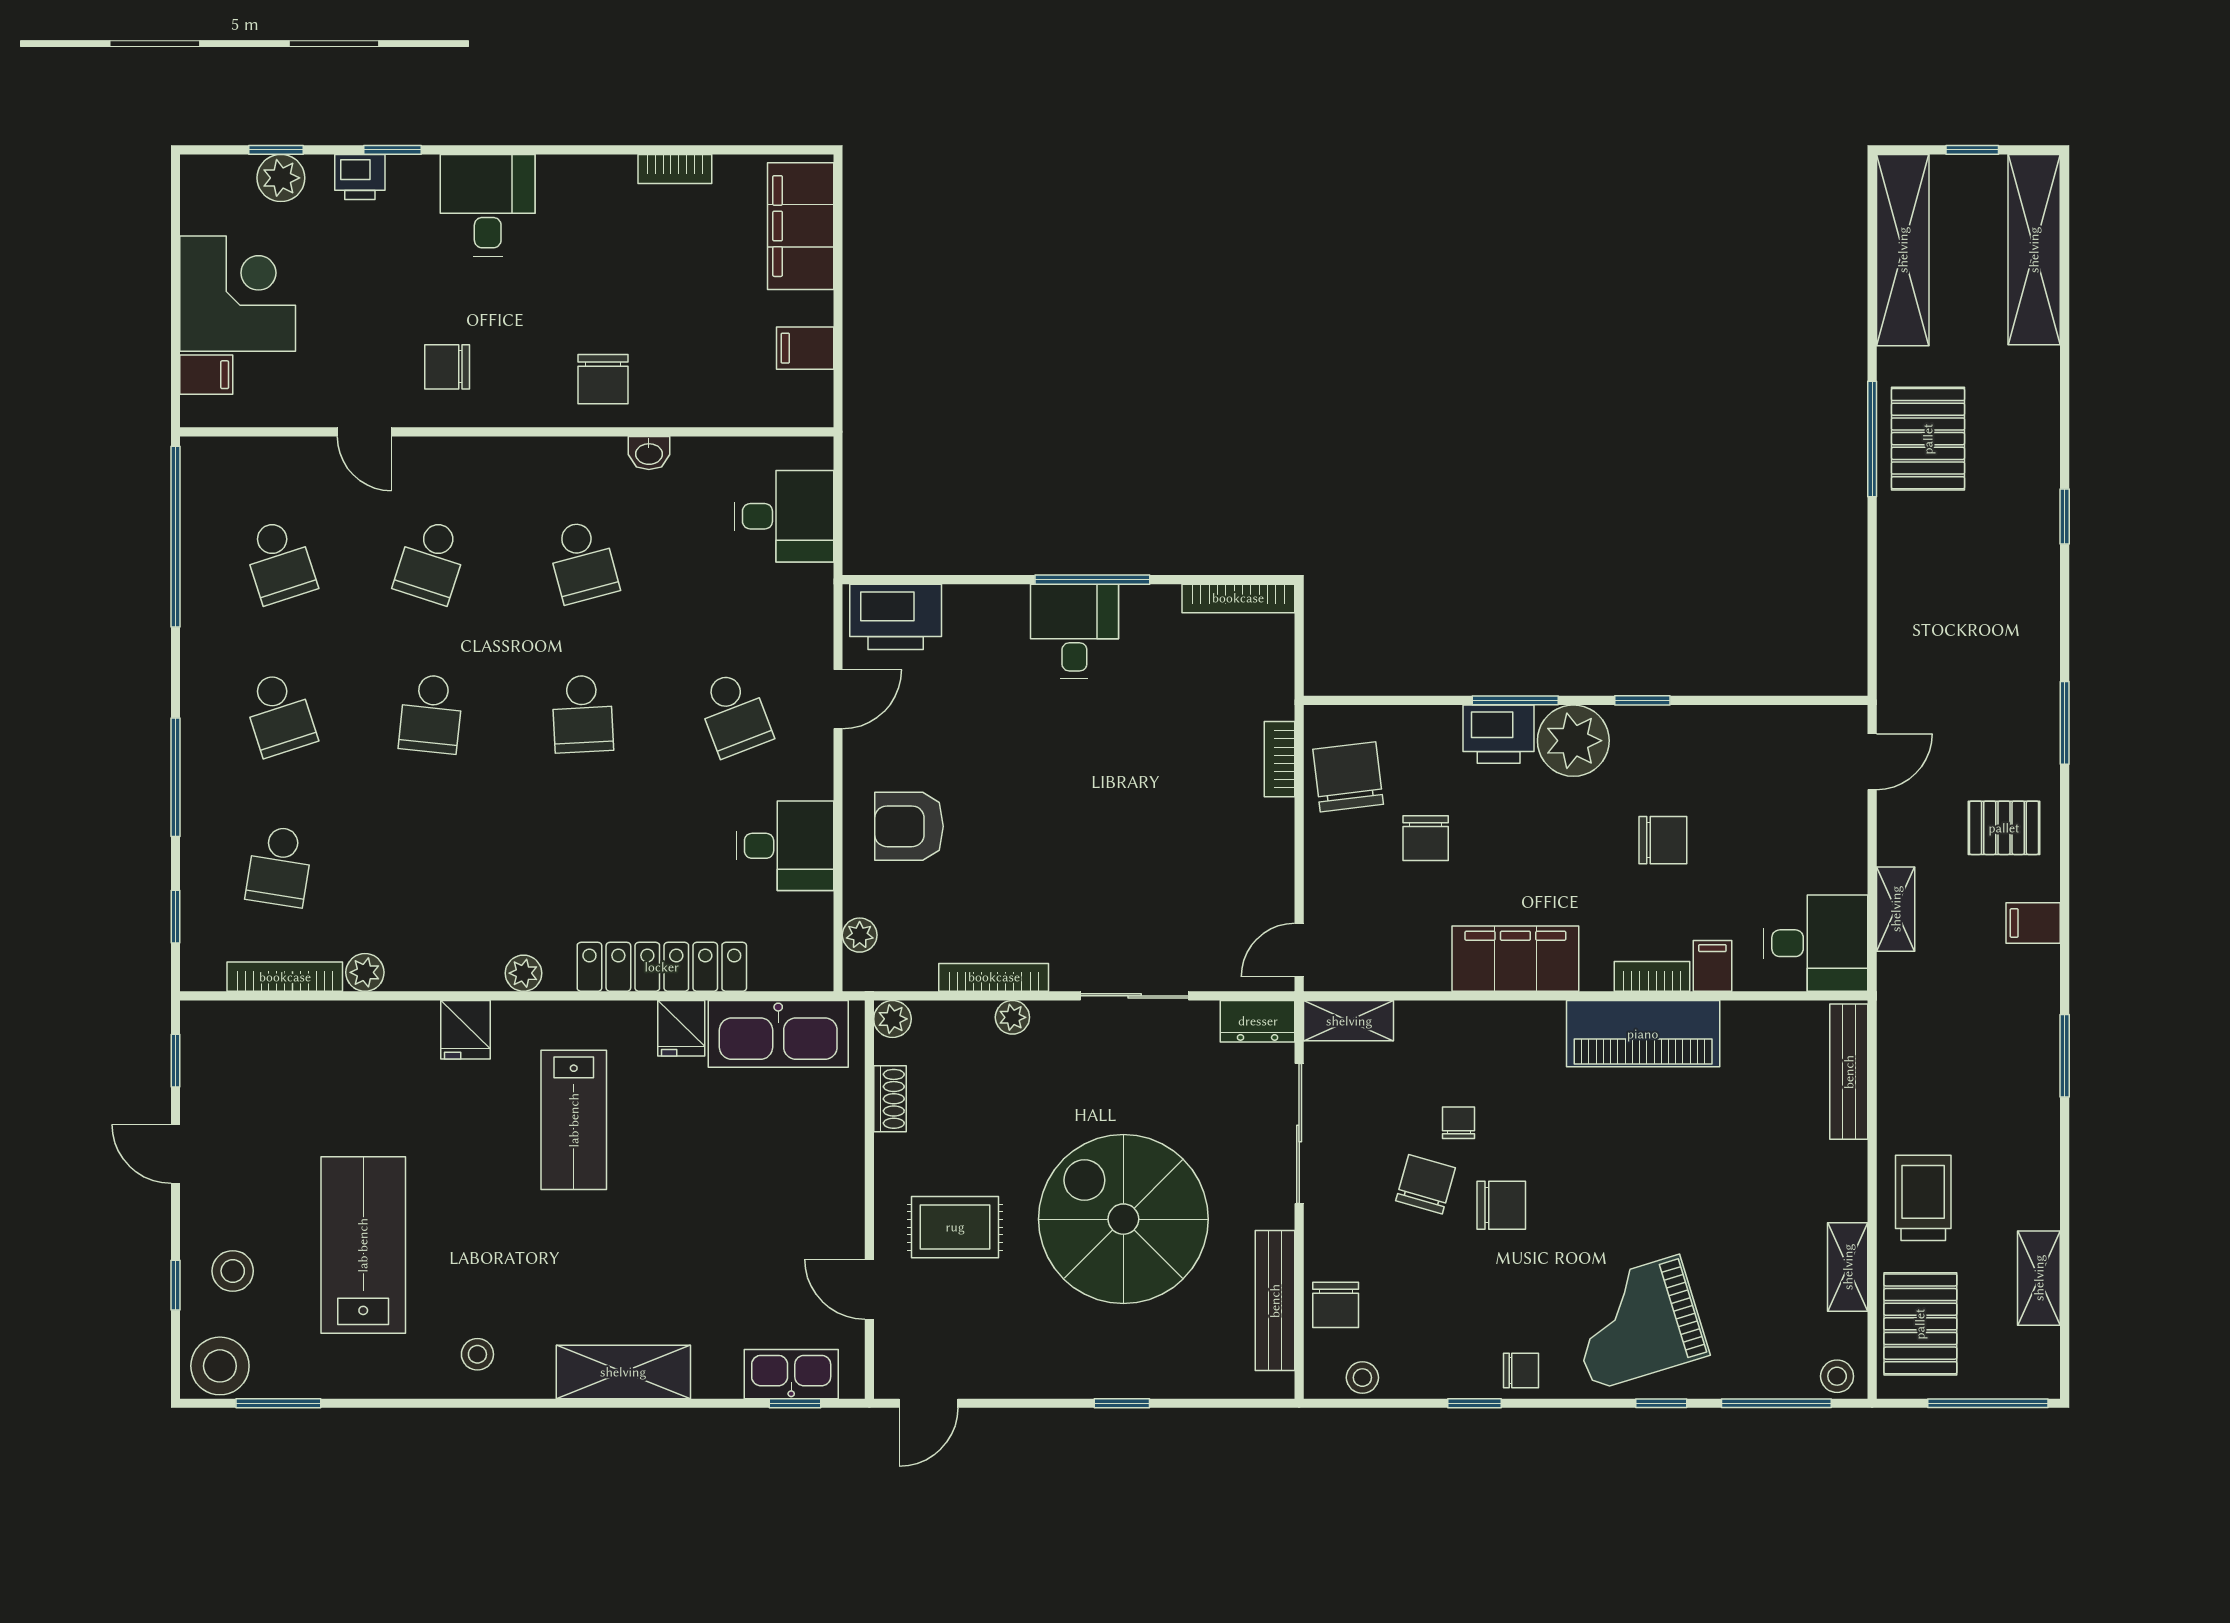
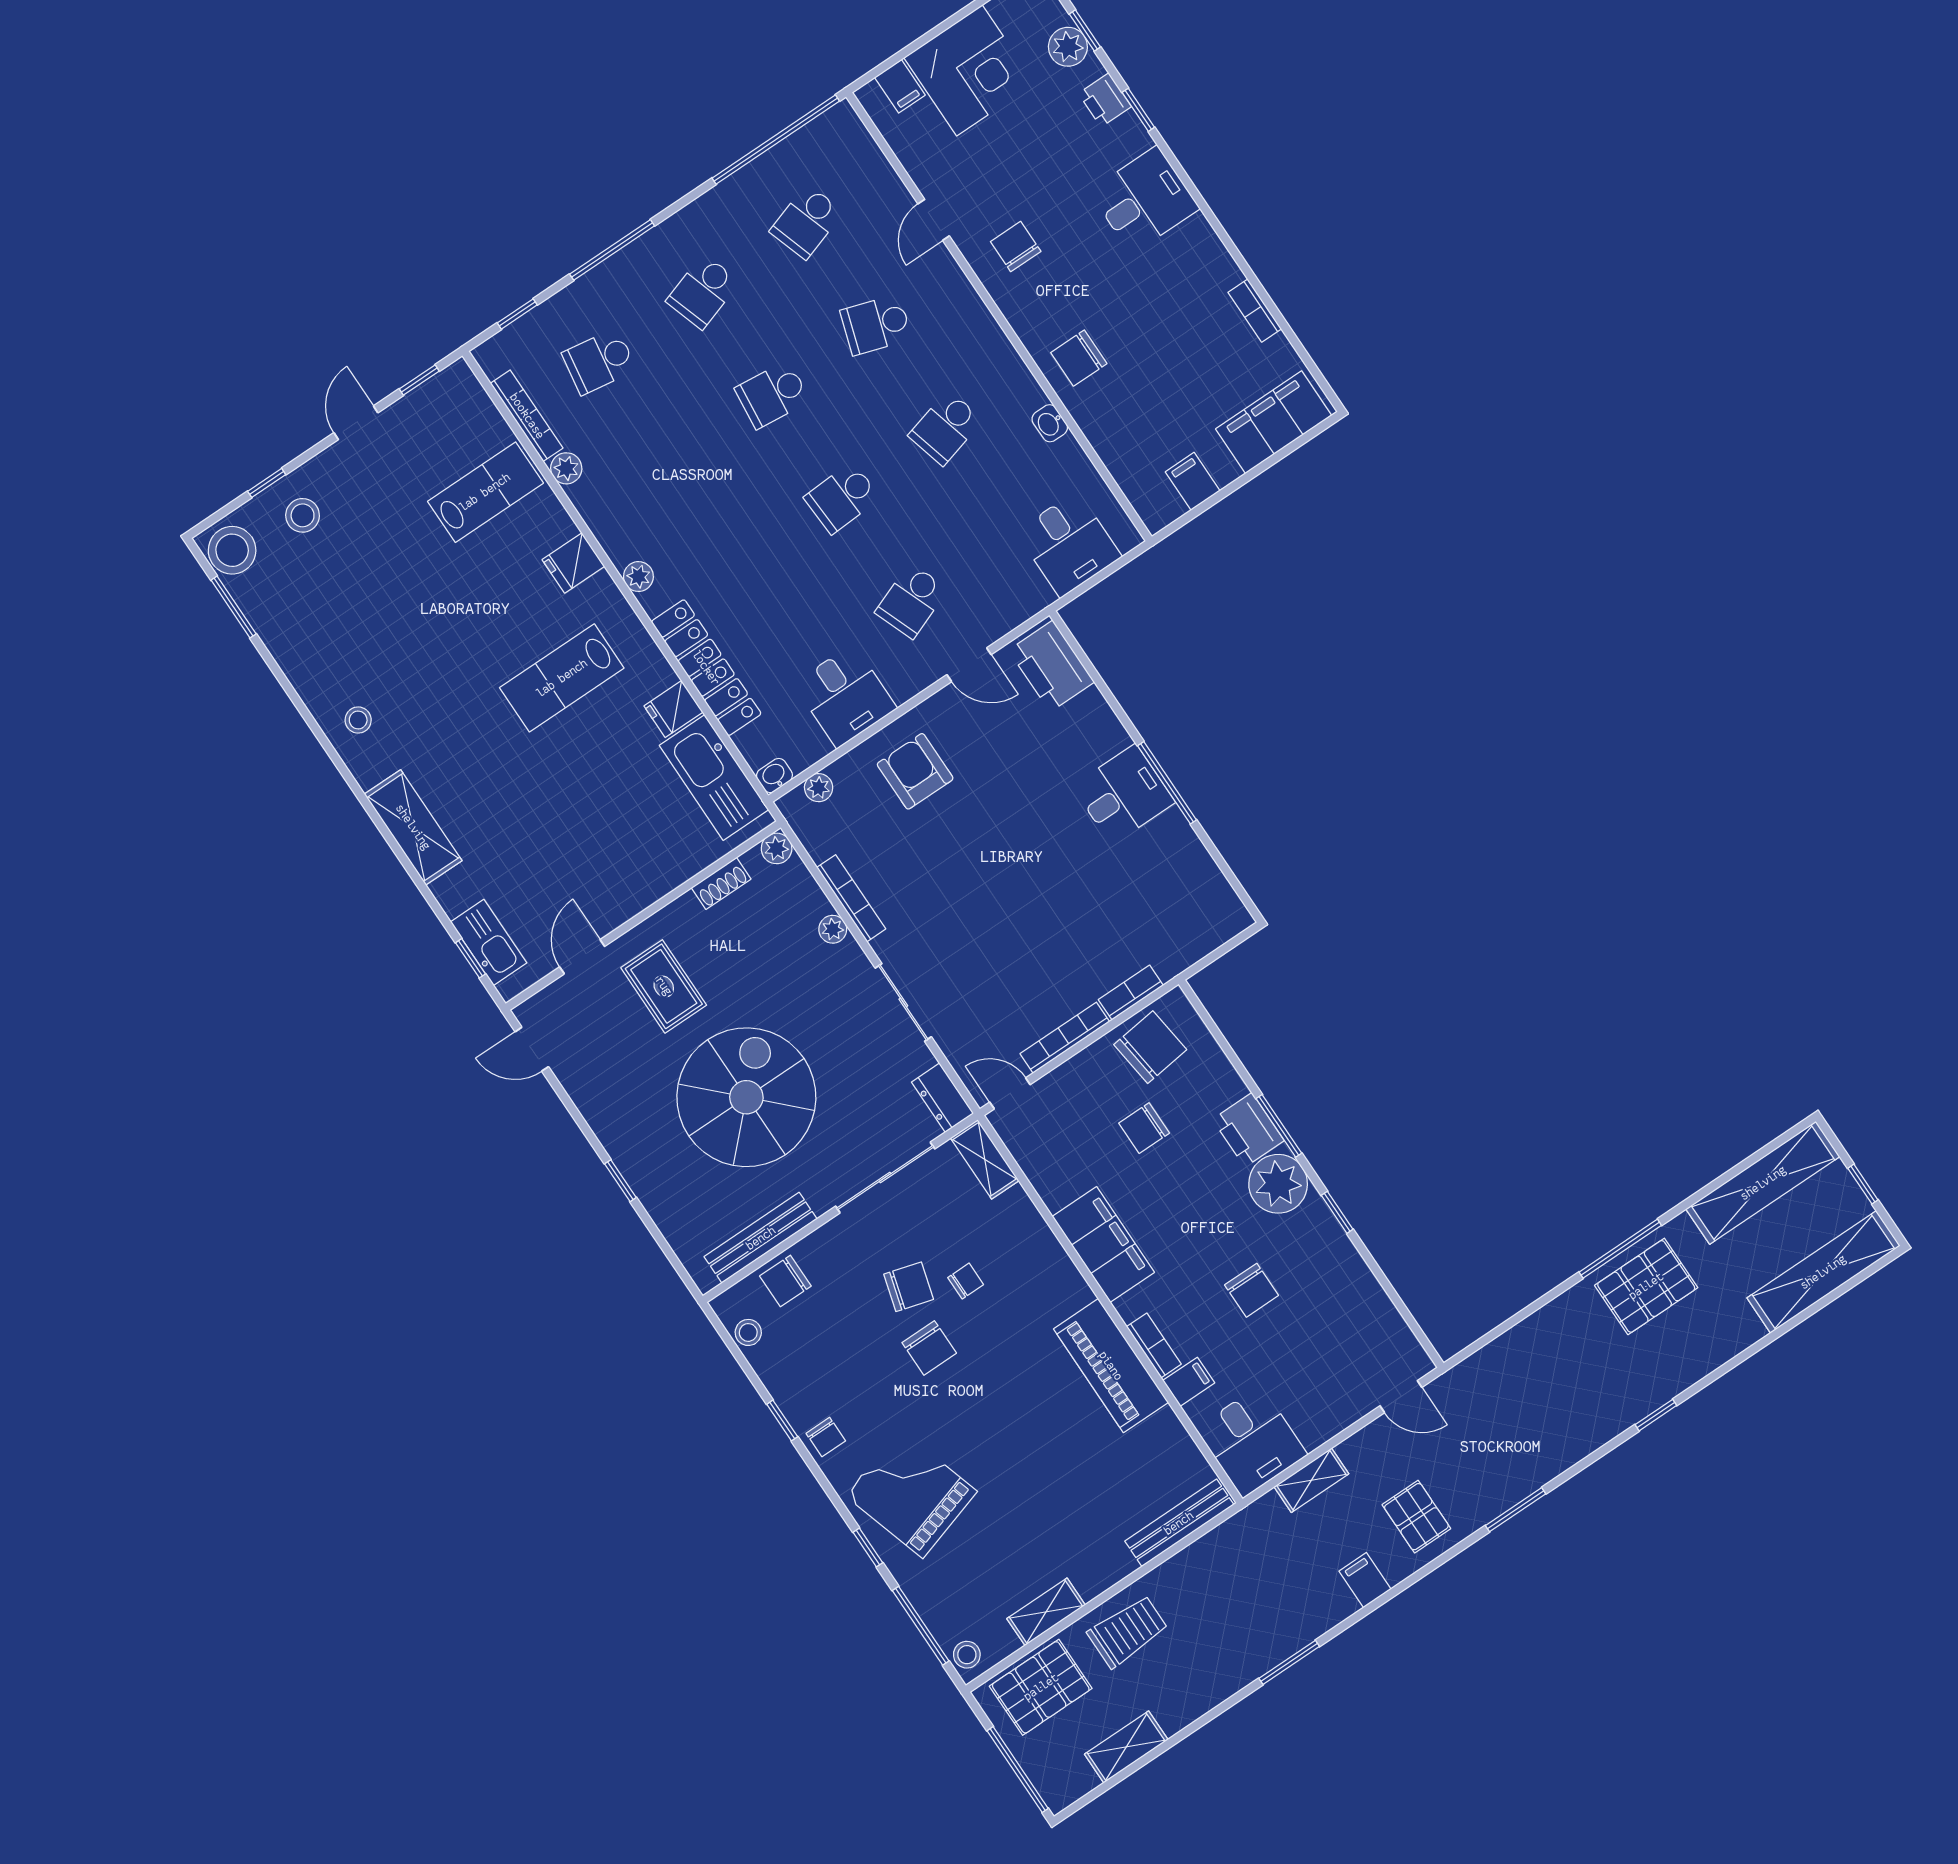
bookcase: (1238, 598) -> (1065, 1038), moved, turned 90
washbasin: (817, 971) -> (774, 776), added
lab bench: (363, 1245) -> (485, 492), moved, width x0.73, depth x0.72

